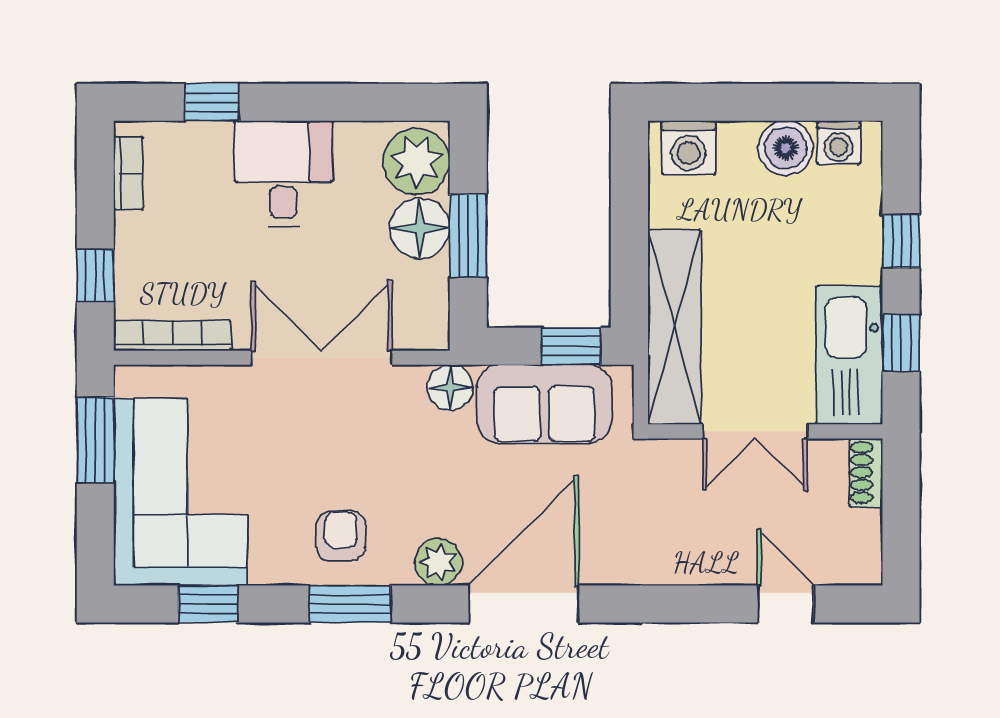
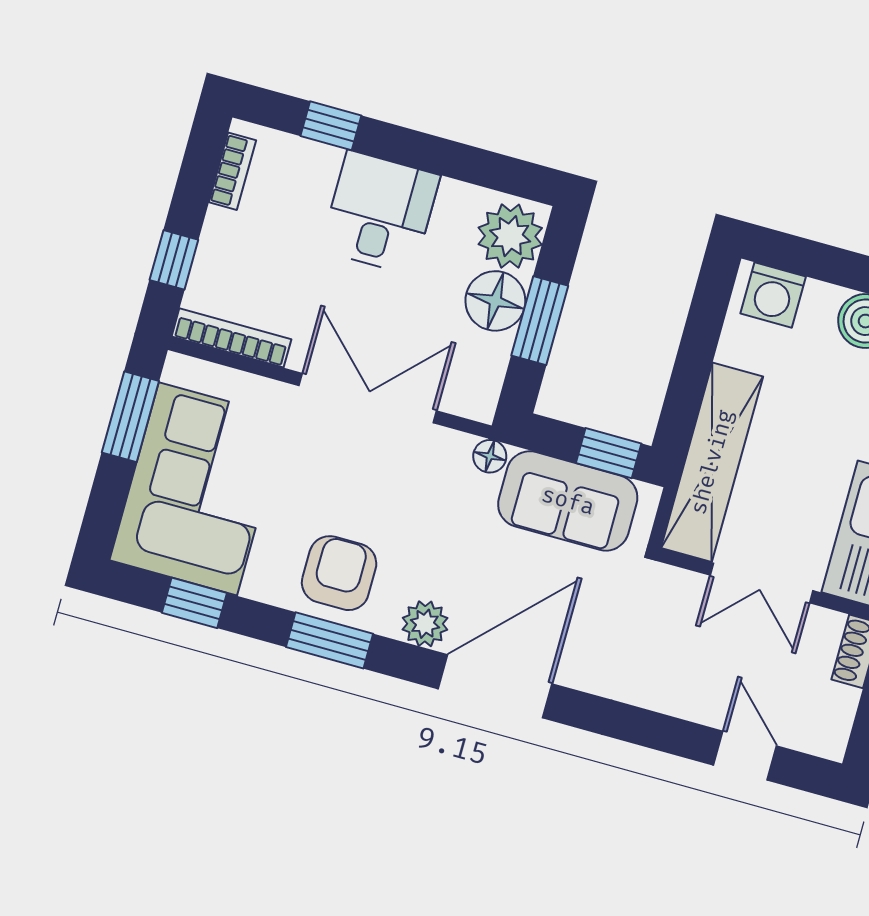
floor lamp: (450, 387) -> (490, 456), width x0.73, depth x0.73
armchair: (341, 536) -> (339, 573), width x1.38, depth x1.38

